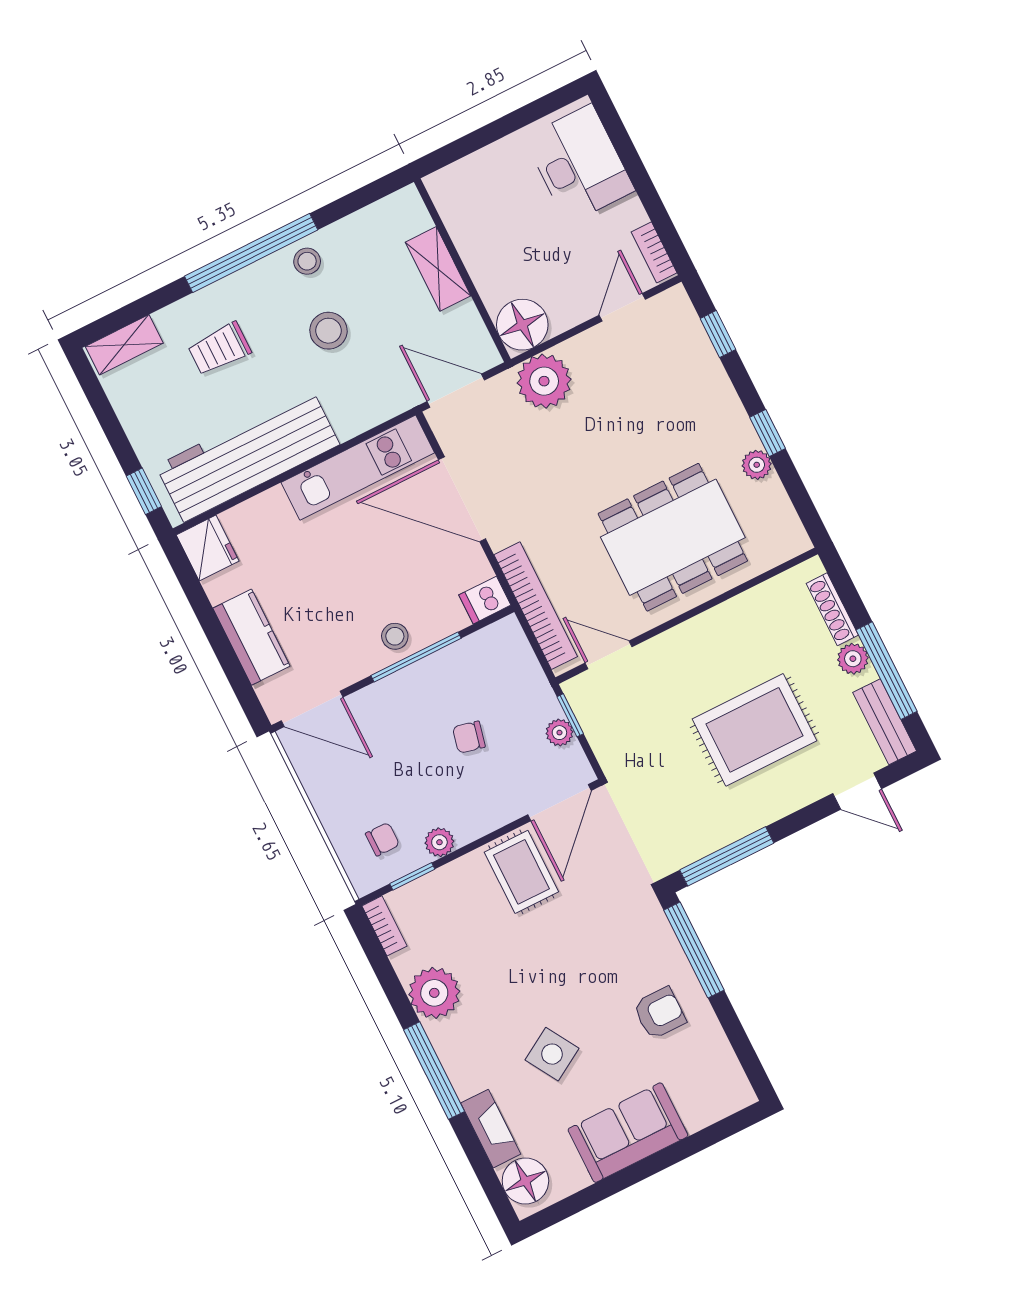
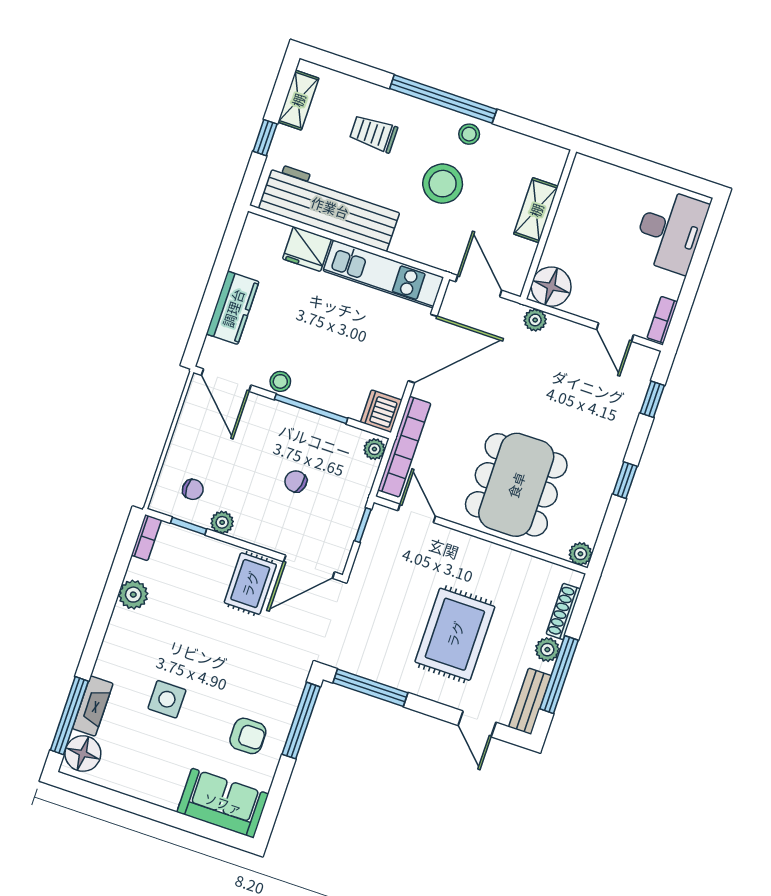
door: (622, 307) -> (615, 332), swing flipped
stool: (328, 331) -> (443, 184), width x1.38, depth x1.38
shelving: (124, 345) -> (298, 100), moved, turned 90
plant: (544, 381) -> (535, 320), width x0.53, depth x0.53
plant: (757, 465) -> (580, 554), moved
window: (144, 491) -> (265, 138), moved
door: (462, 499) -> (423, 349), swing flipped
dining table: (673, 537) -> (516, 485), turned 90
fridge: (208, 548) -> (307, 249), moved, turned 90
dishwasher: (485, 600) -> (381, 411), width x1.38
stool: (395, 636) -> (280, 381), moved
rug: (754, 730) -> (455, 634), turned 90
plant: (559, 733) -> (374, 449), moved
plant: (434, 993) -> (133, 595), width x0.73, depth x0.73
side table: (552, 1054) -> (167, 699), turned 31
window: (434, 1071) -> (69, 716), moved
sofa: (628, 1133) -> (223, 803), moved

